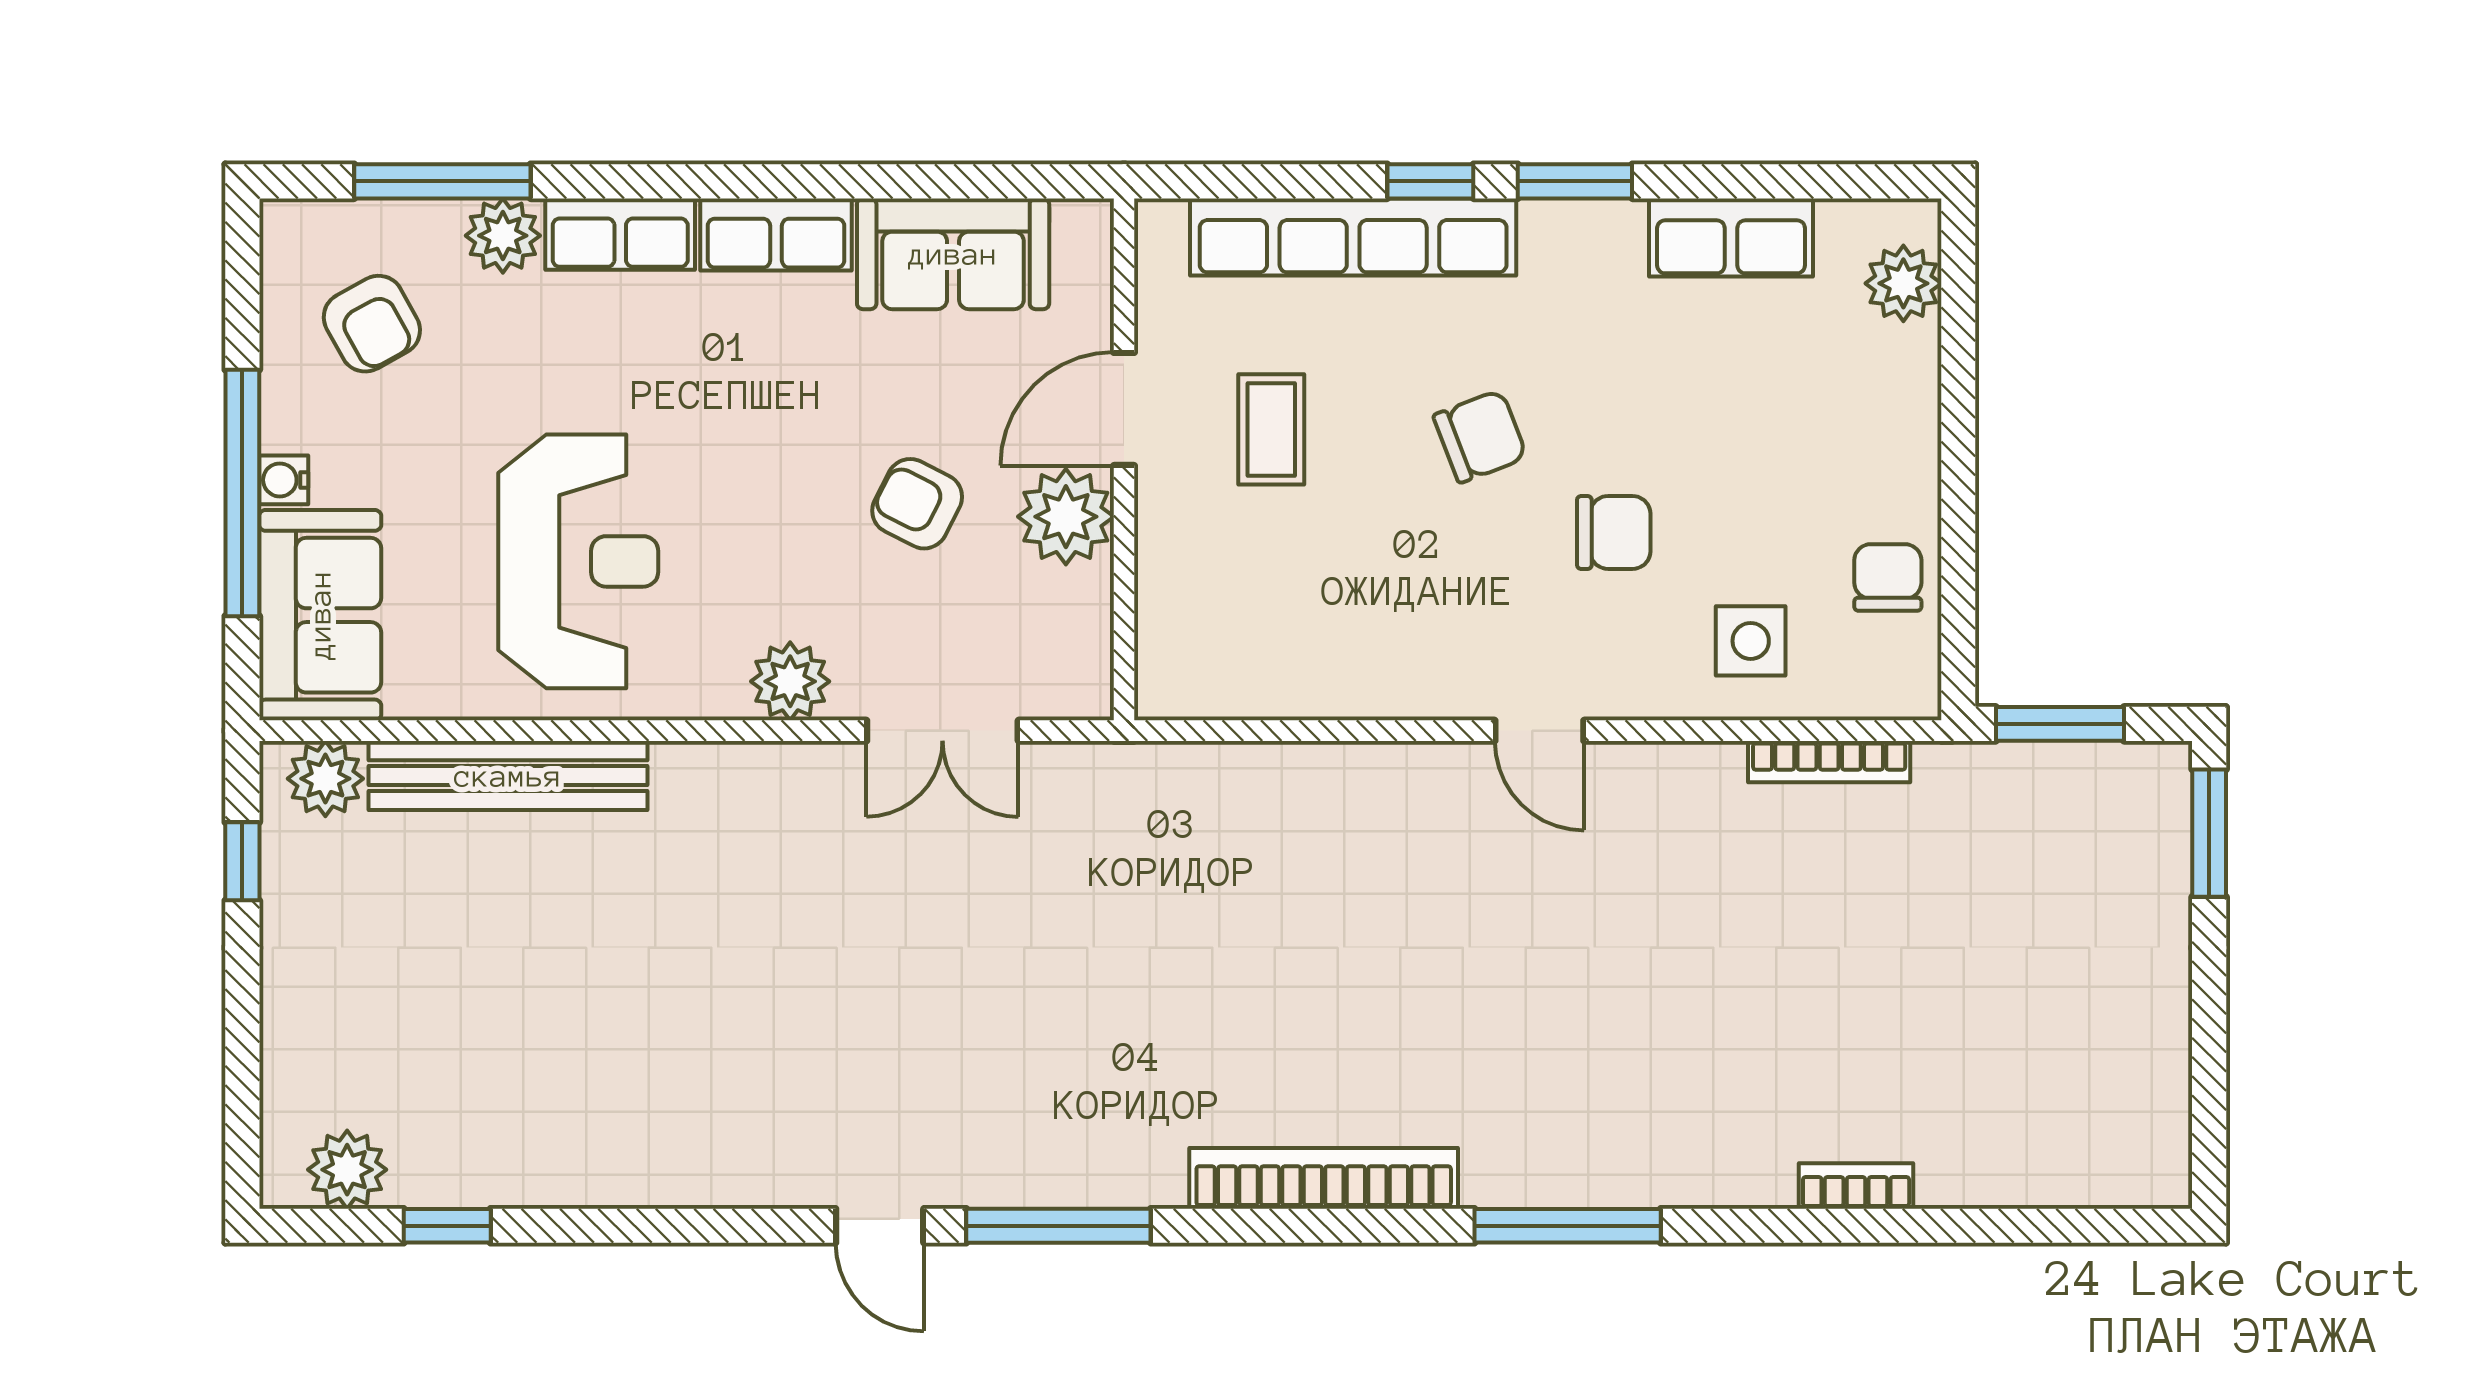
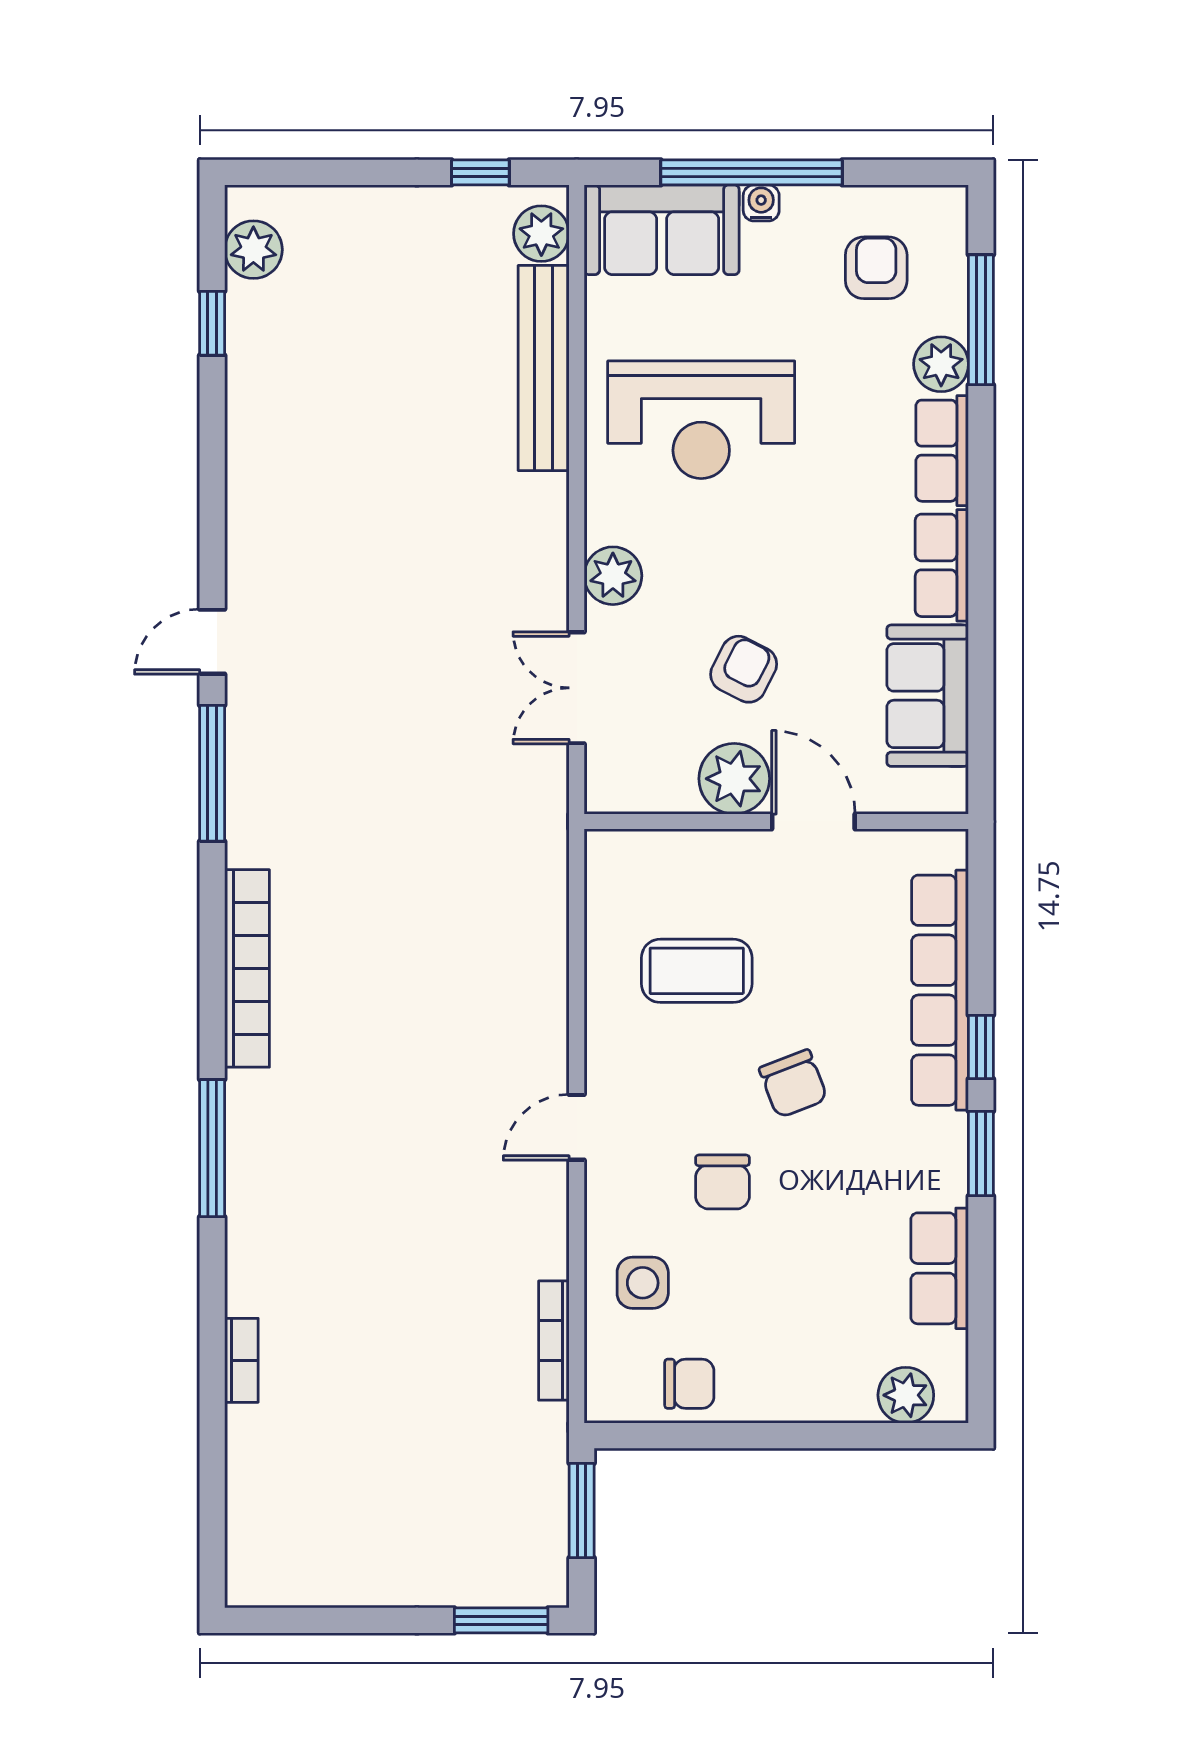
armchair: (372, 324) -> (876, 268), turned 119
coffee table: (1271, 429) -> (697, 971), moved, width x1.36, depth x1.30

